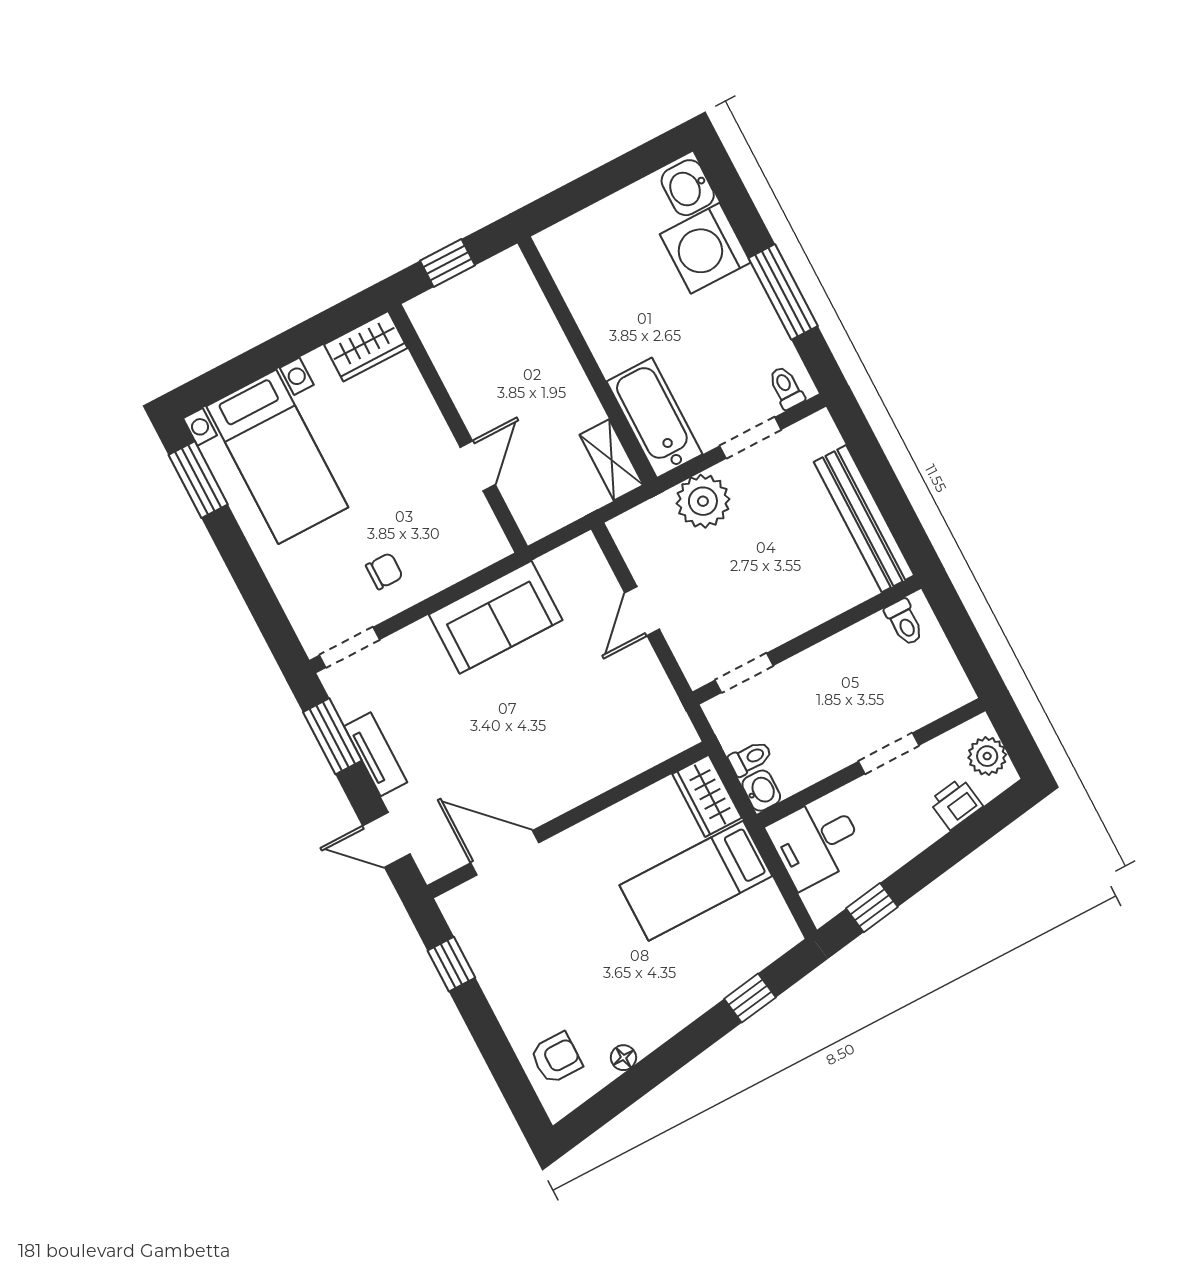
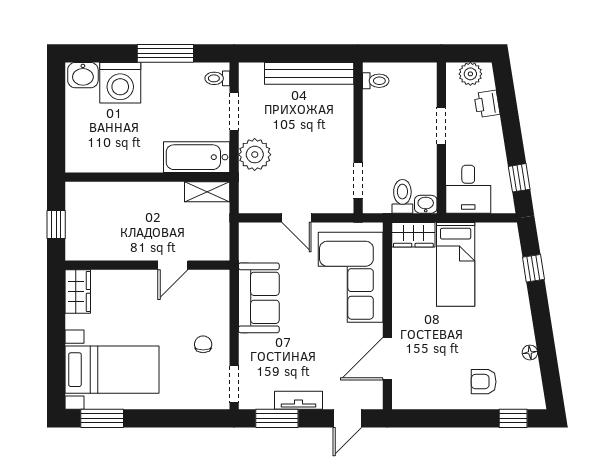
door: (478, 466) -> (173, 265), swing flipped
corner sofa: (596, 736) -> (351, 277), added
toilet: (750, 758) -> (402, 196), width x1.37, depth x1.39
window: (451, 964) -> (513, 418), moved
armchair: (556, 1058) -> (484, 382), moved, turned -90

